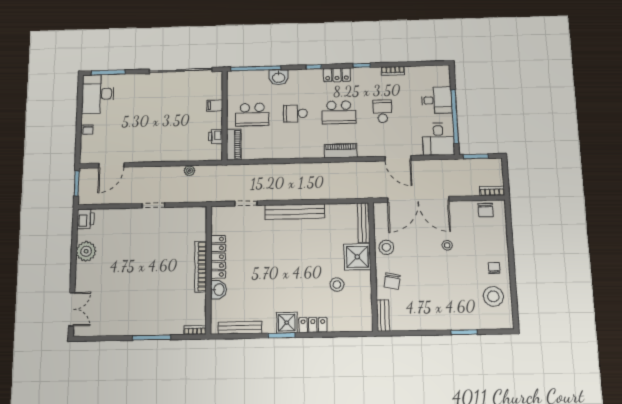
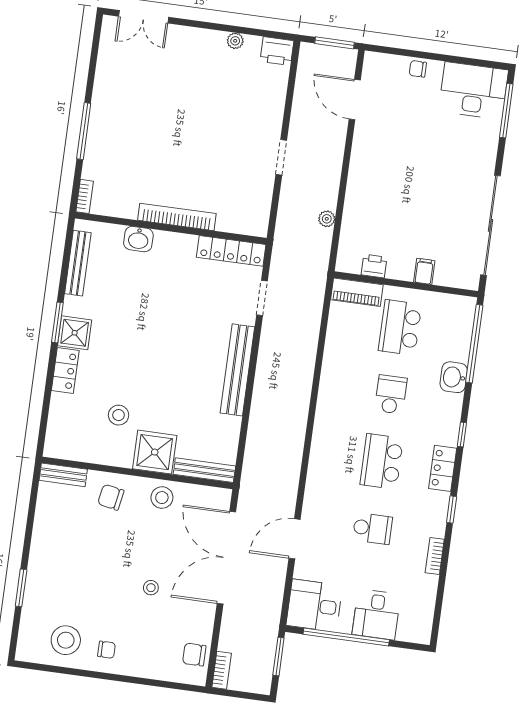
piano: (341, 151) -> (321, 454), removed
plant: (86, 251) -> (235, 41), width x0.53, depth x0.53
locker: (218, 257) -> (231, 251), moved

